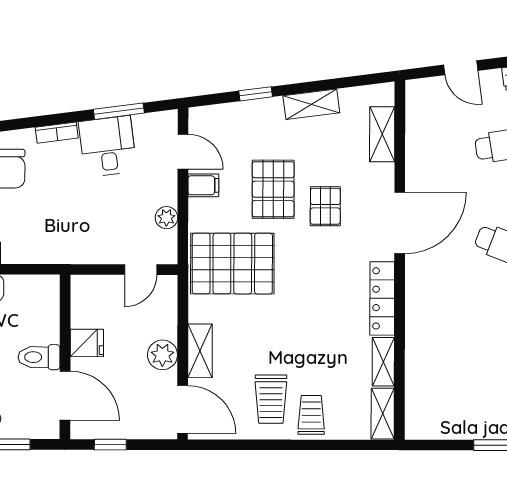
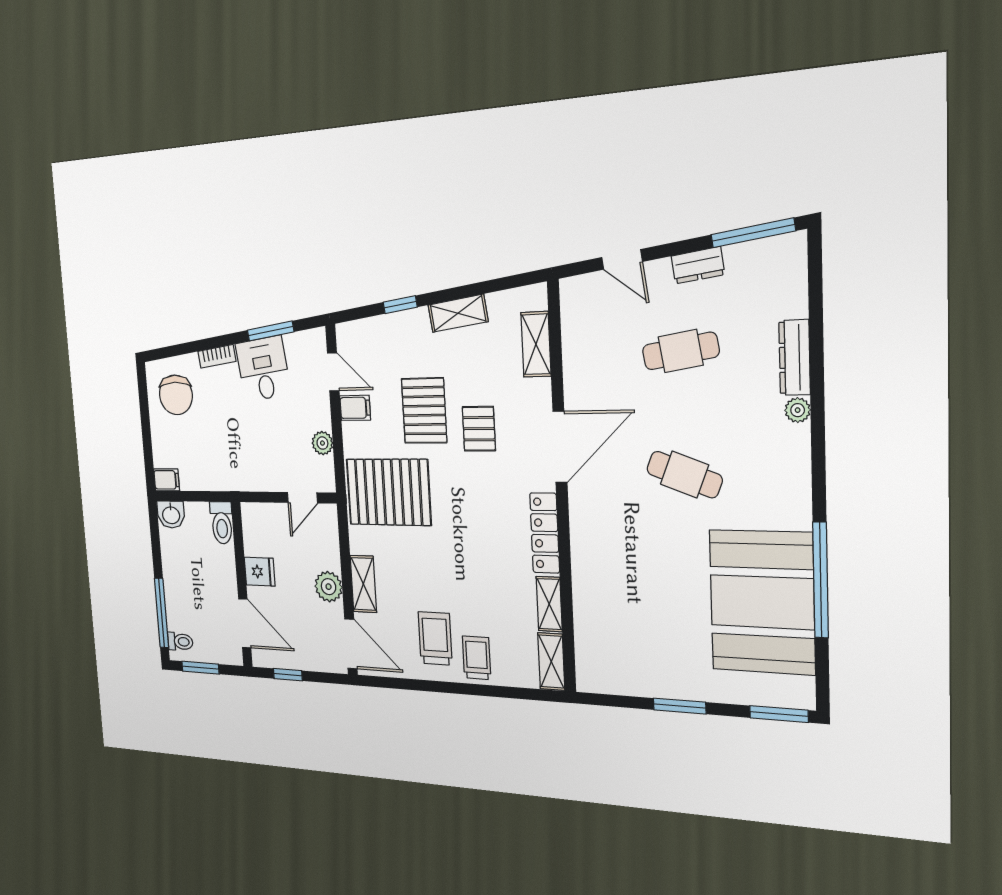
toilet: (39, 357) -> (222, 523), moved, turned -90
trolley: (271, 399) -> (435, 638), turned 180

